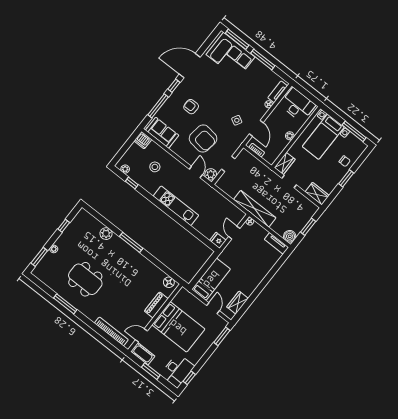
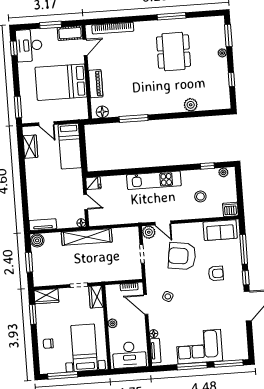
corner sofa: (231, 56) -> (199, 347), moved
window: (346, 178) -> (33, 314), moved
window: (131, 242) -> (134, 119), moved
dining table: (85, 279) -> (173, 52), turned 90

